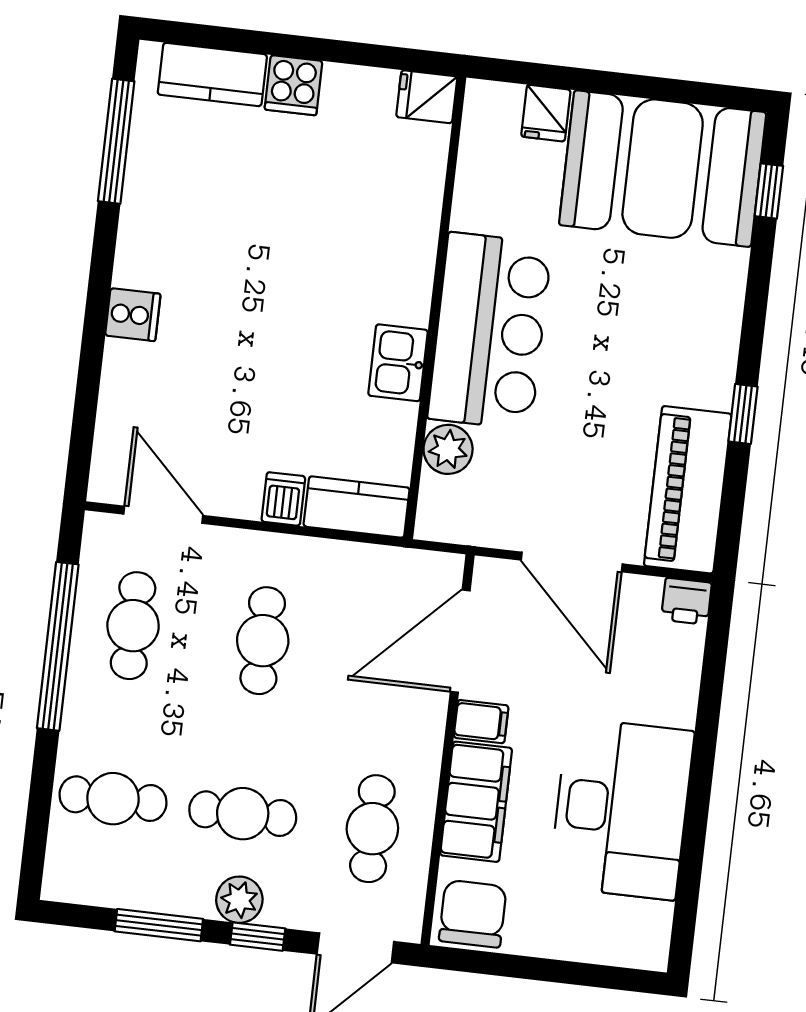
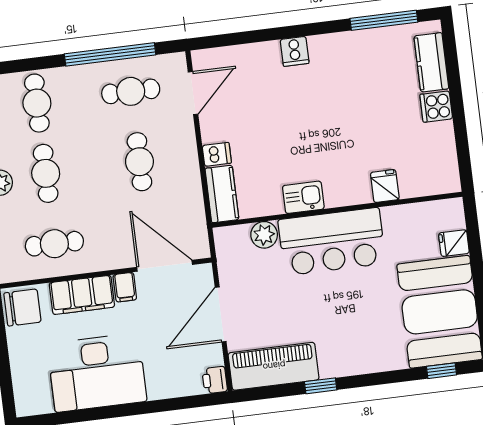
fridge: (427, 97) -> (385, 186), moved
cafe table: (263, 641) -> (139, 162), turned 90

